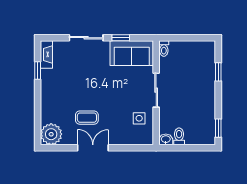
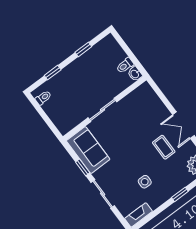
toilet: (164, 48) -> (43, 98), moved
window: (38, 71) -> (180, 194), moved
side table: (139, 118) -> (145, 182), moved
window: (218, 128) -> (83, 49), moved

